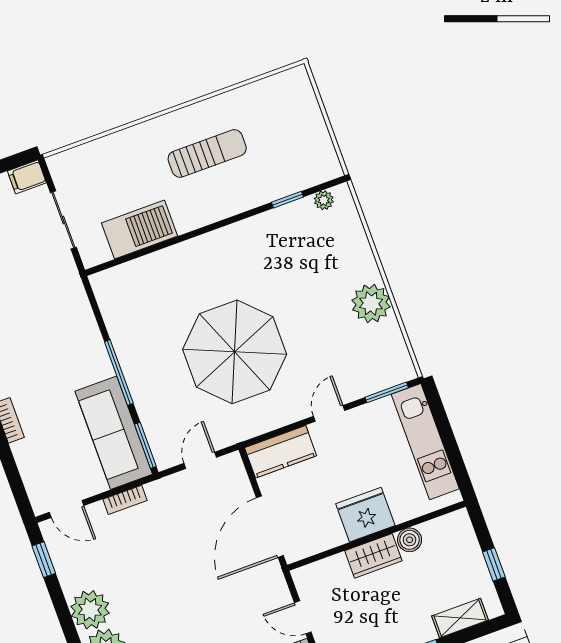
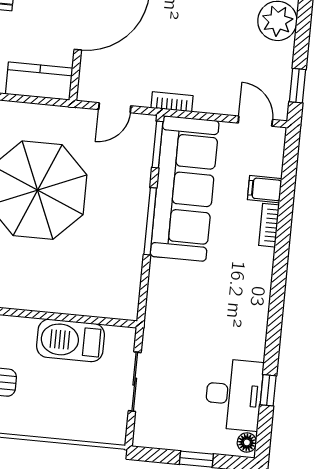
filing cabinet: (27, 177) -> (265, 189), moved, turned 180
sofa: (114, 433) -> (185, 189), width x1.36, depth x1.27
bookcase: (125, 500) -> (172, 102), moved

